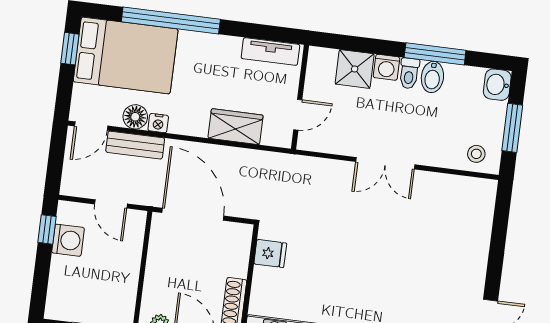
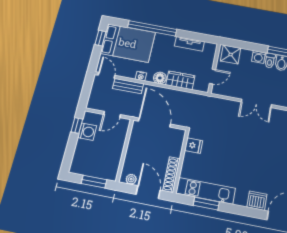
tv unit: (270, 51) -> (189, 44), moved
shower: (355, 69) -> (231, 55), moved
floor lamp: (135, 117) -> (160, 78), moved
door: (91, 126) -> (106, 75), swing flipped
door: (111, 204) -> (112, 115), hinge flipped

